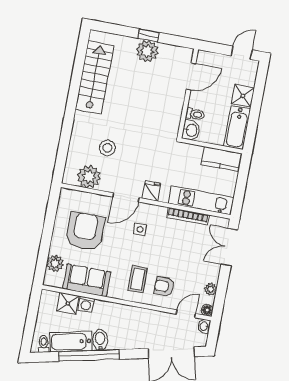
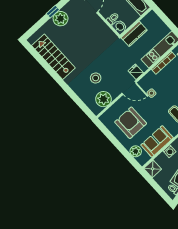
kitchen counter: (221, 159) -> (134, 34), moved
door: (126, 197) -> (129, 88), hinge flipped
shower: (68, 303) -> (153, 169), moved

